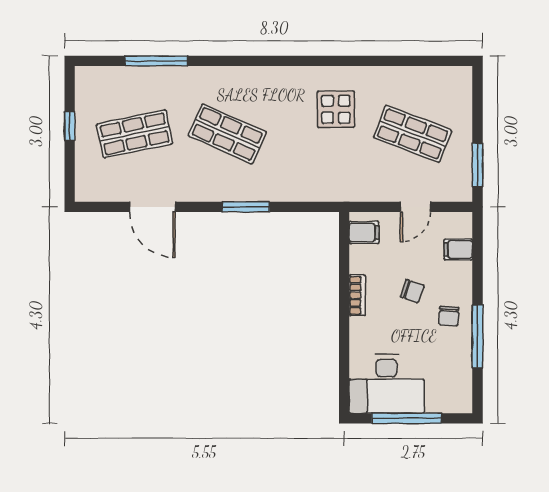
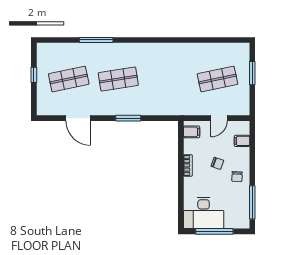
window: (156, 61) -> (96, 40), moved
display table: (336, 109) -> (176, 66), removed
shop shelf: (227, 134) -> (118, 79), turned -33
shop shelf: (413, 134) -> (218, 79), turned -33
window: (478, 165) -> (252, 73), moved
window: (478, 336) -> (252, 202), moved

